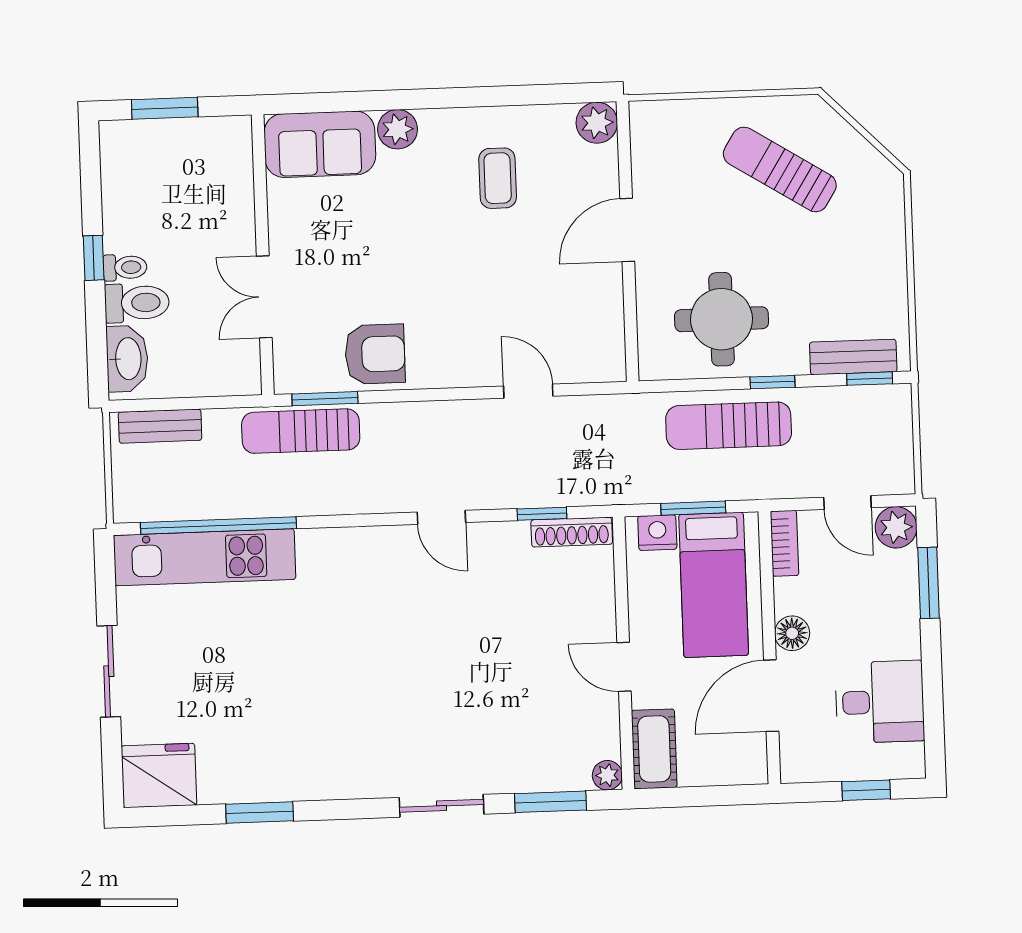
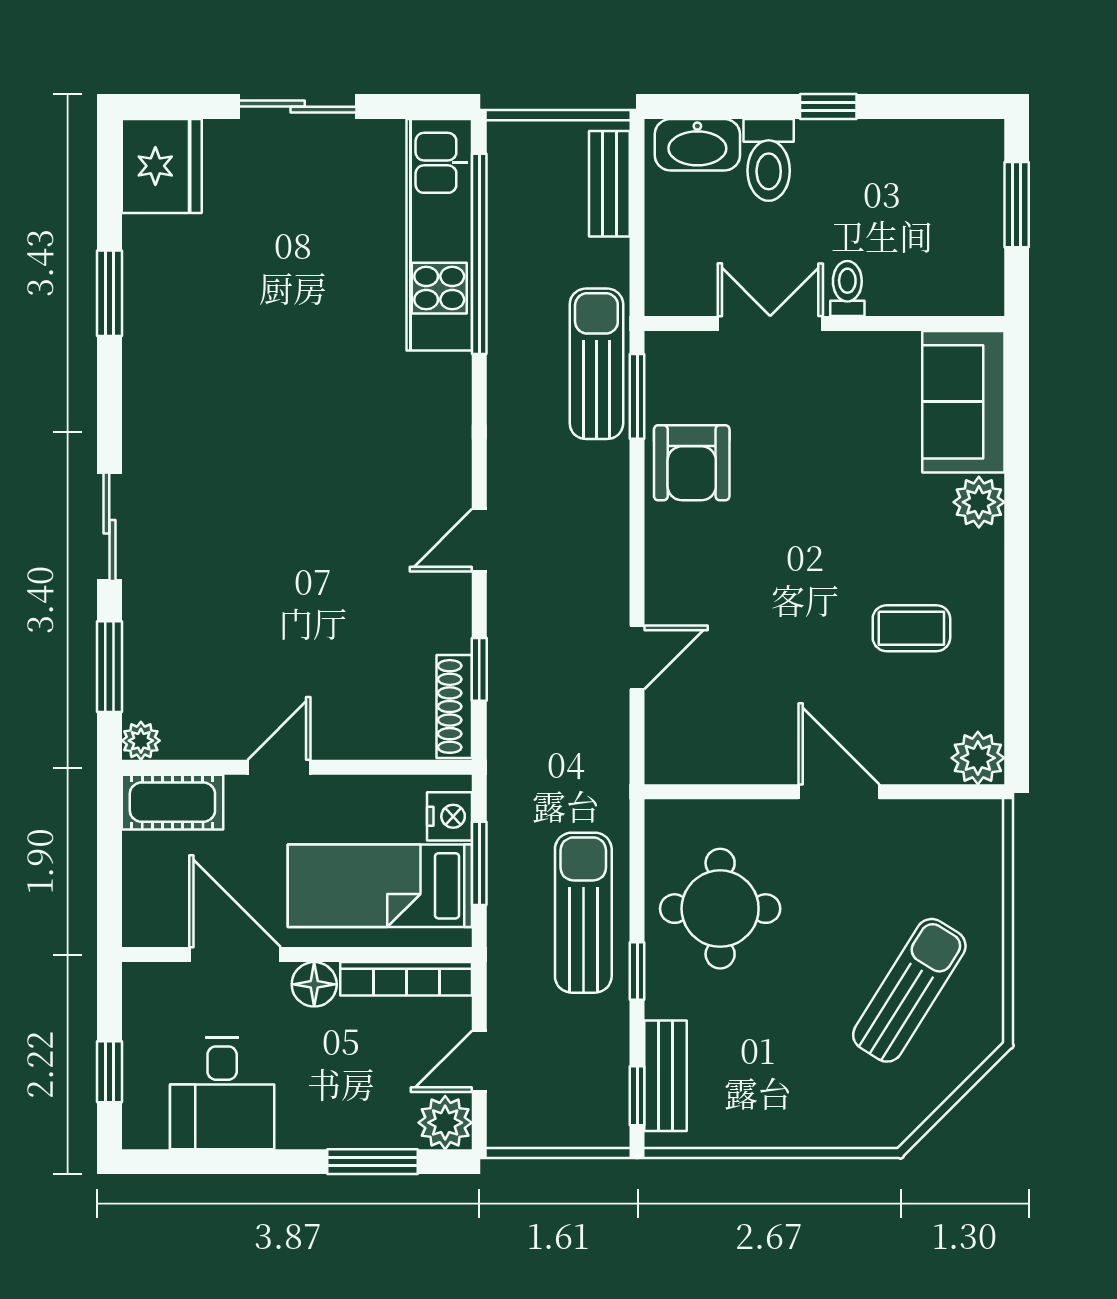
toilet: (125, 267) -> (847, 288), moved, turned 180
bookcase: (784, 543) -> (406, 979), width x1.56

